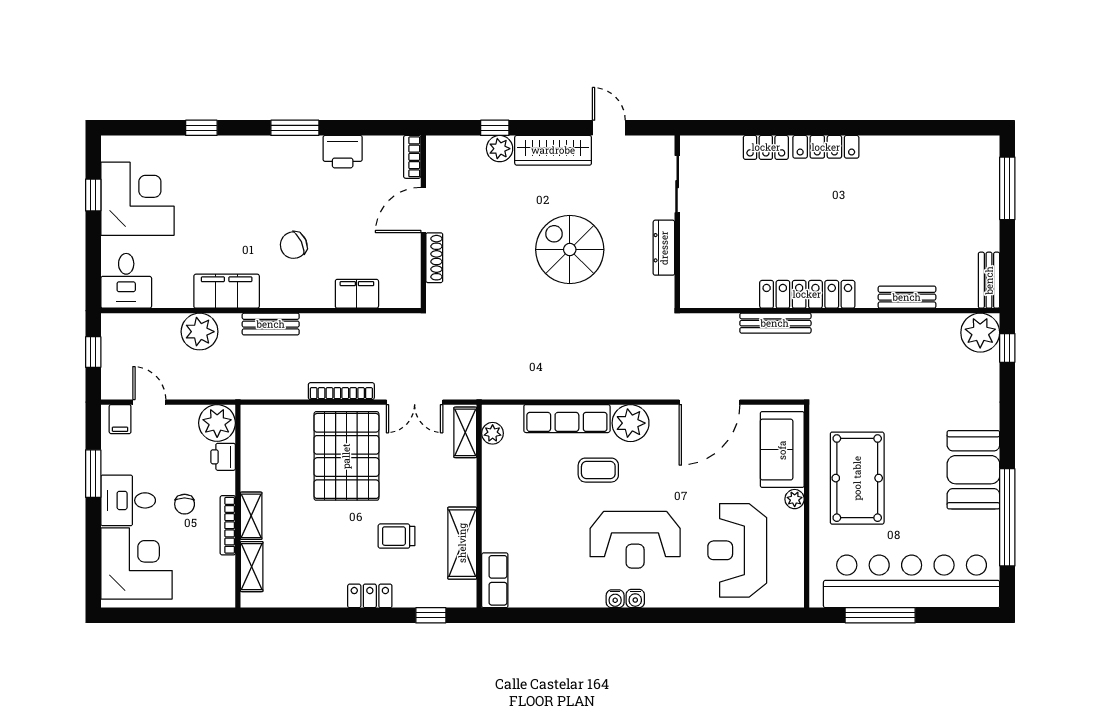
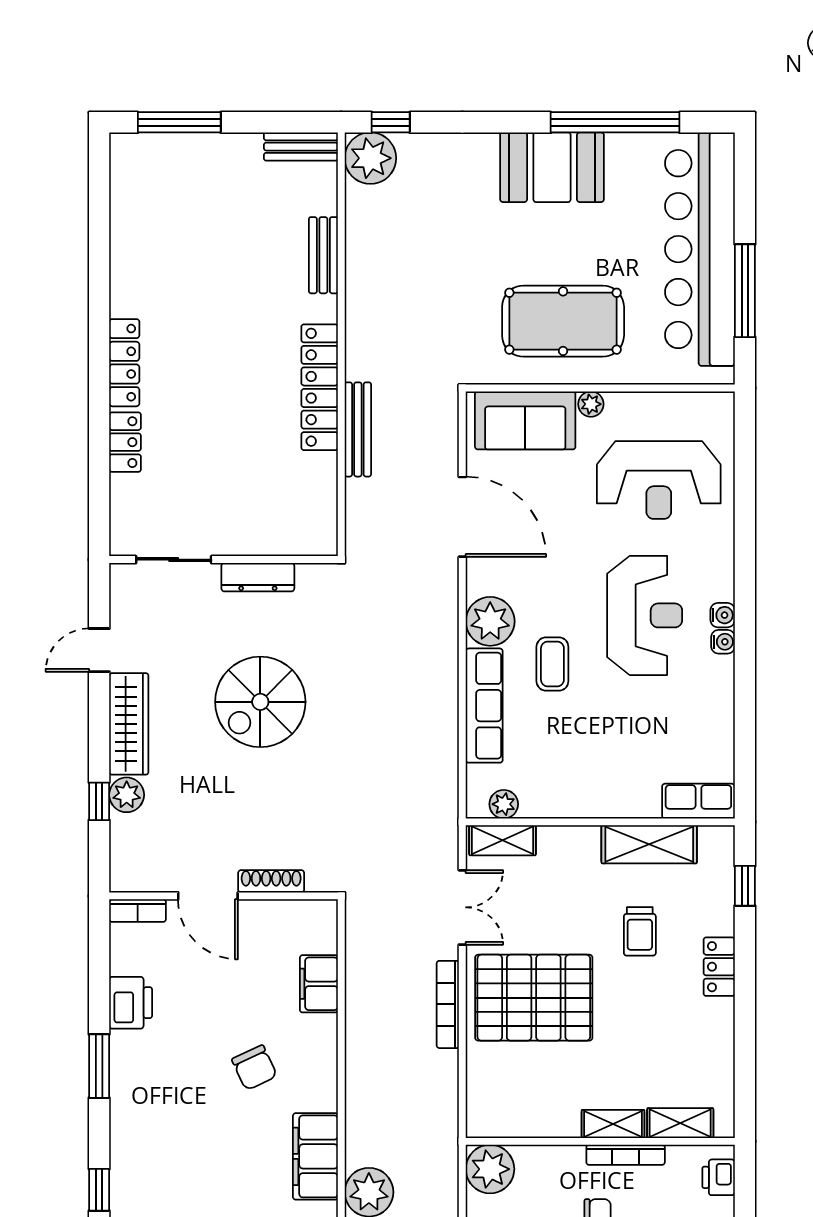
bench: (271, 324) -> (359, 1098), removed
printer: (223, 457) -> (719, 1177), moved, turned 90

